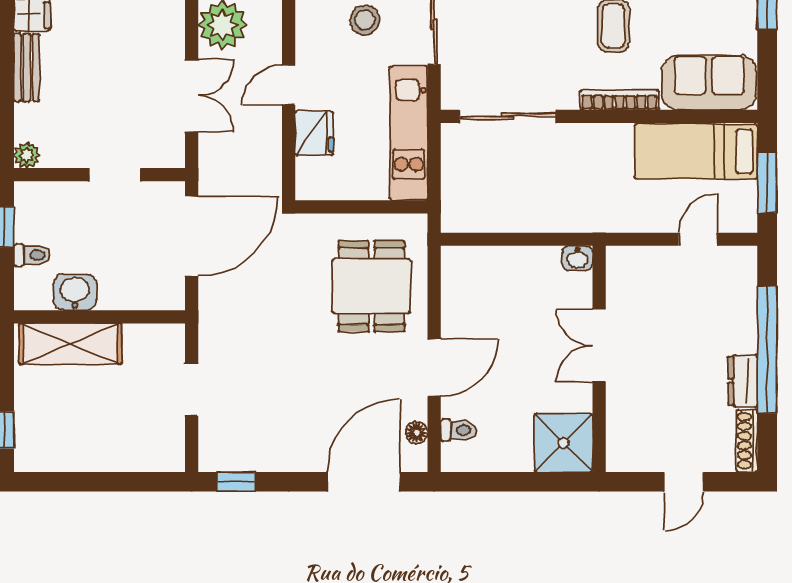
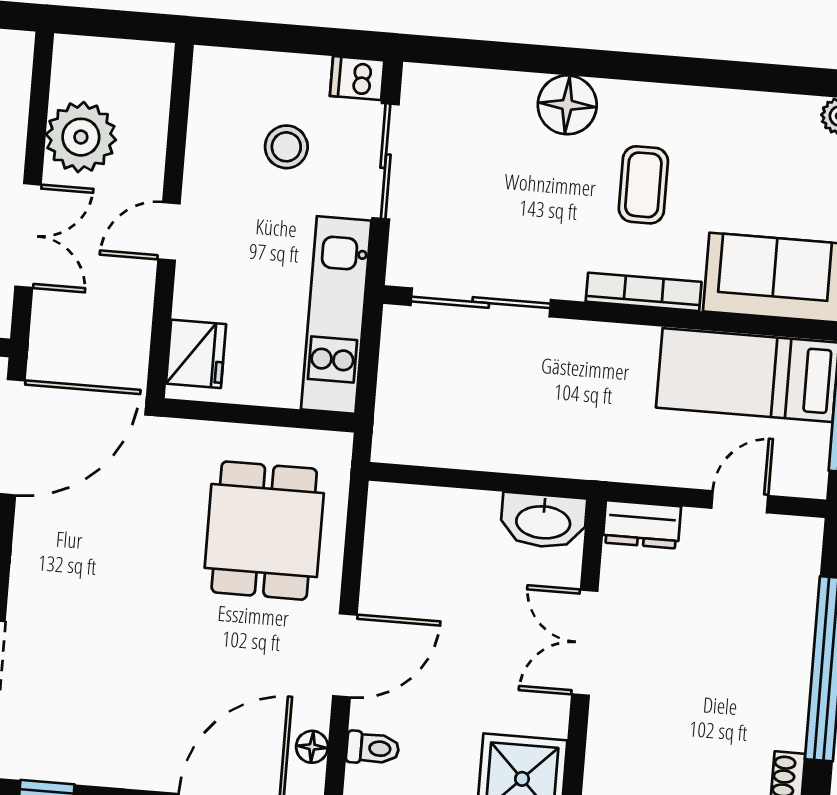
fridge: (314, 133) -> (196, 354), moved
washbasin: (577, 258) -> (543, 521), width x1.91, depth x1.45
dresser: (743, 381) -> (642, 524), moved, turned -90

